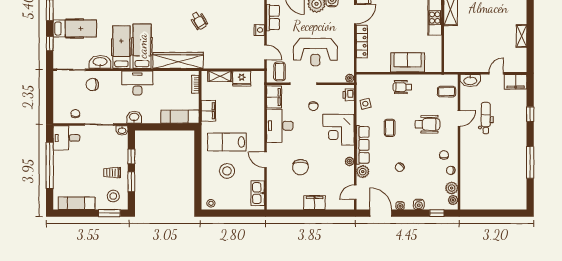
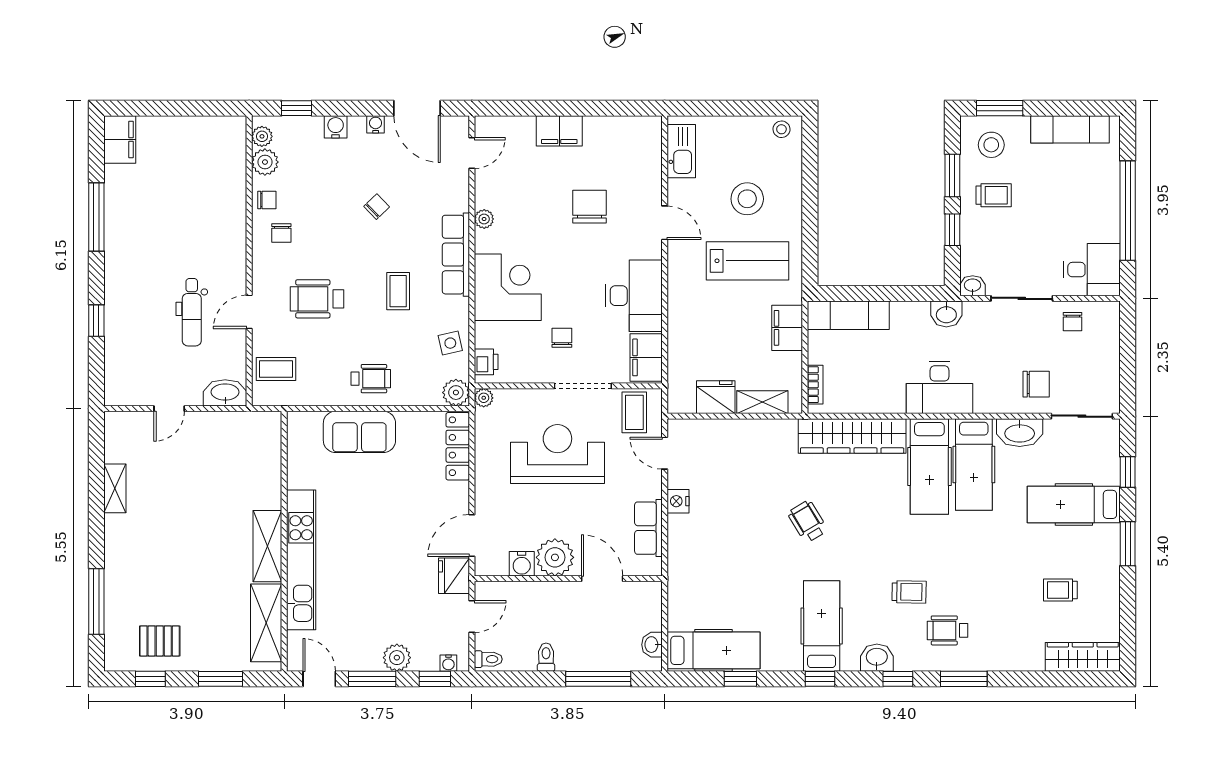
locker: (362, 42) -> (458, 446), moved
filing cabinet: (516, 82) -> (120, 140), moved, turned 90
plant: (363, 172) -> (456, 393), moved

